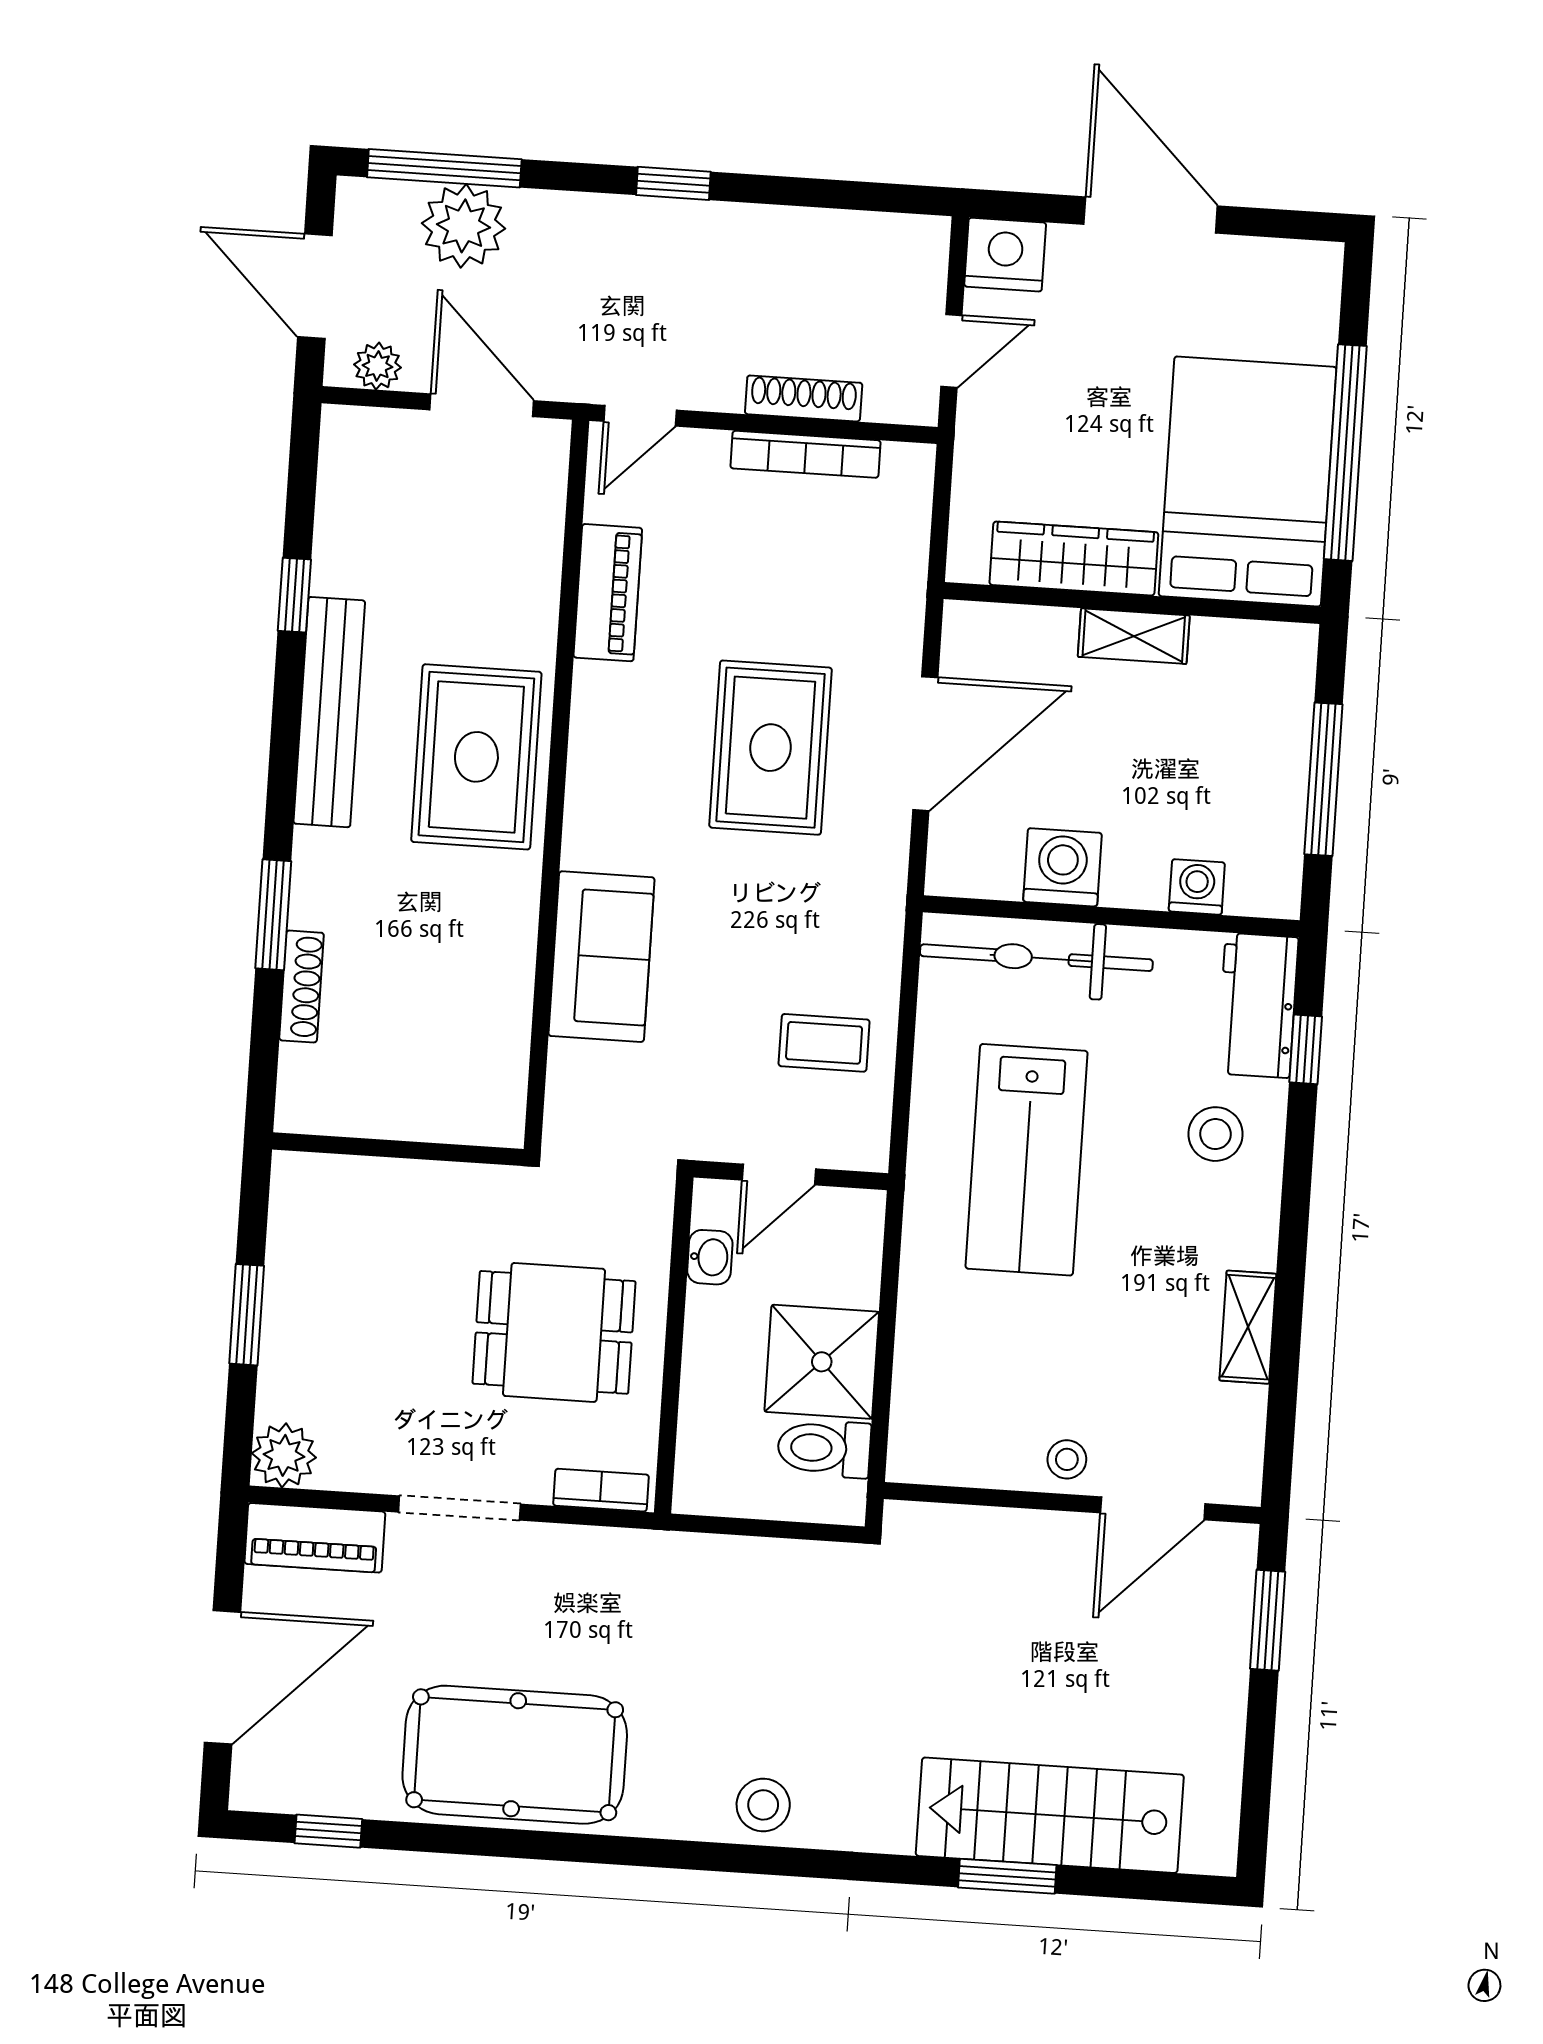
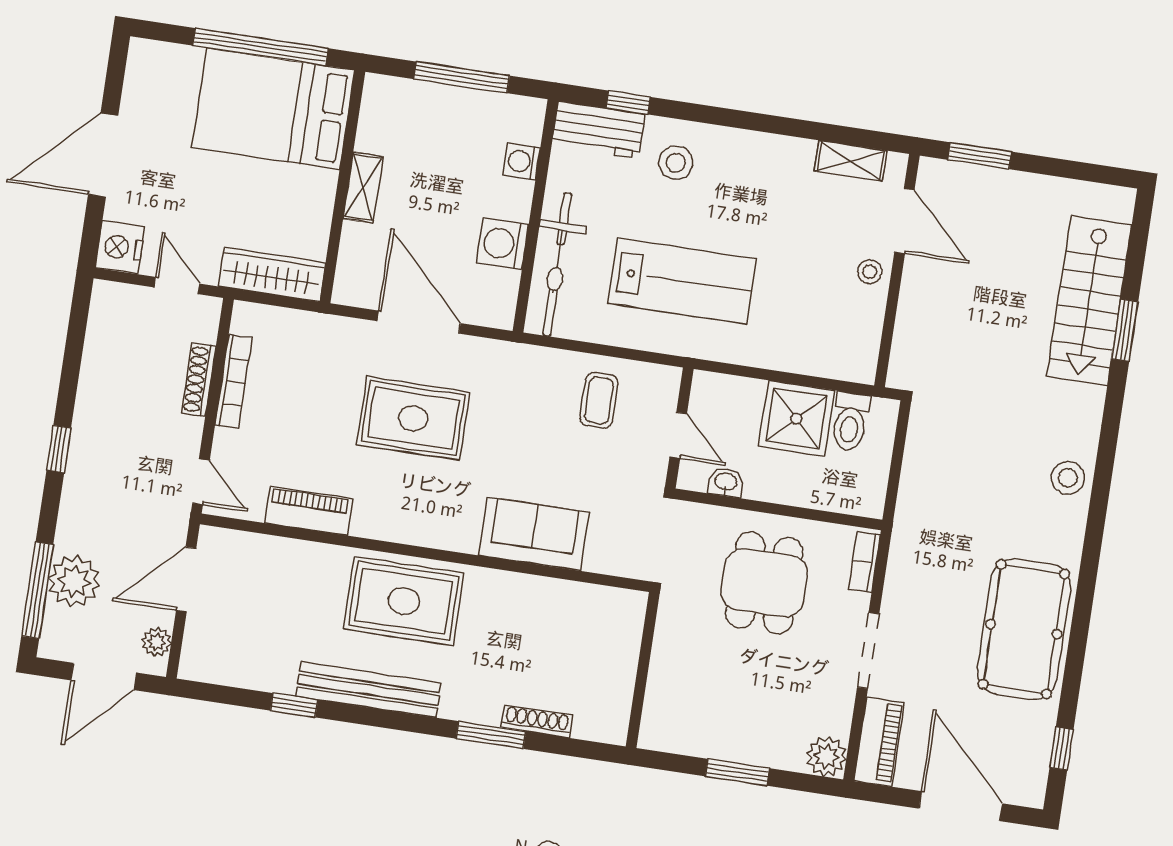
wardrobe: (1074, 559) -> (272, 274), moved, turned 90
shelving: (1248, 1327) -> (851, 161), moved

